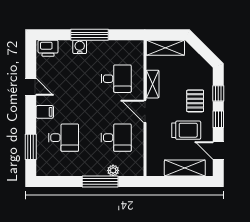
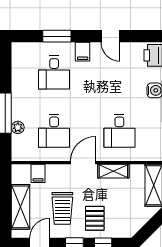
door: (31, 87) -> (110, 36), hinge flipped
pallet: (195, 101) -> (95, 218), turned 90
window: (31, 147) -> (57, 36), moved
filing cabinet: (155, 152) -> (38, 173), added

